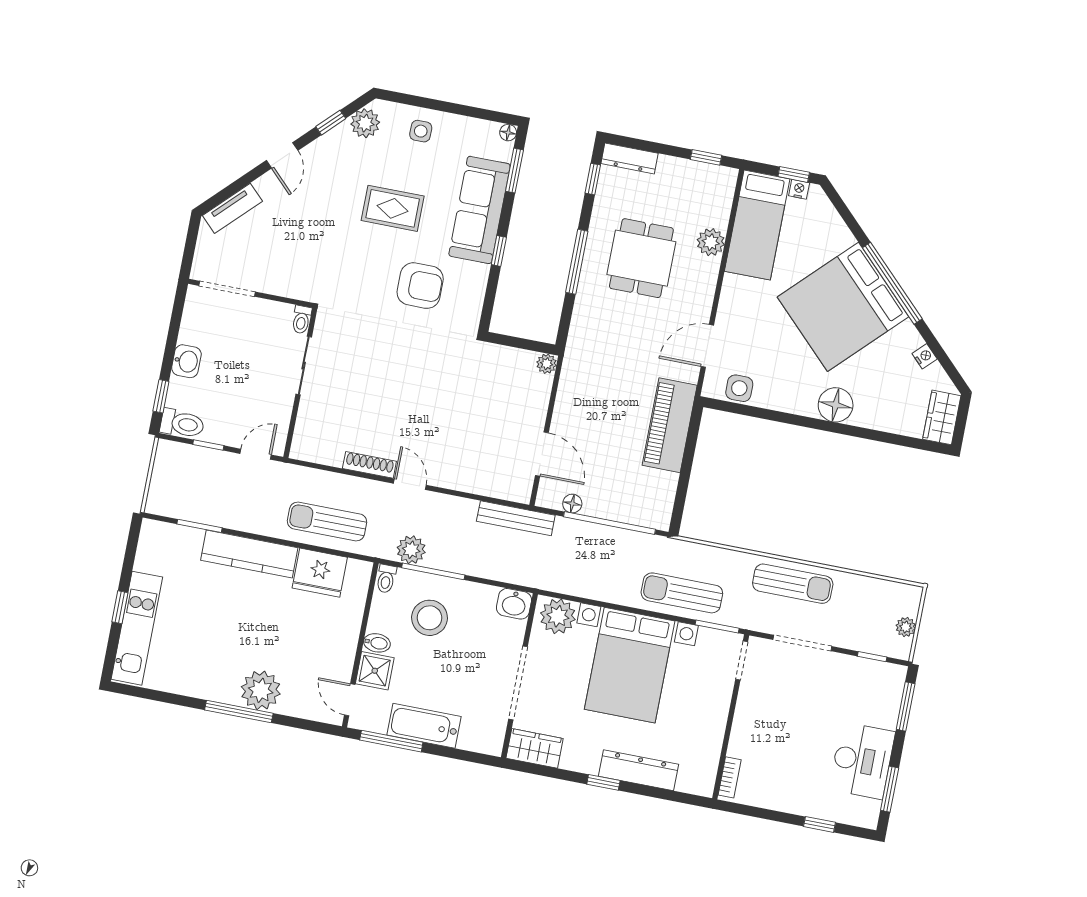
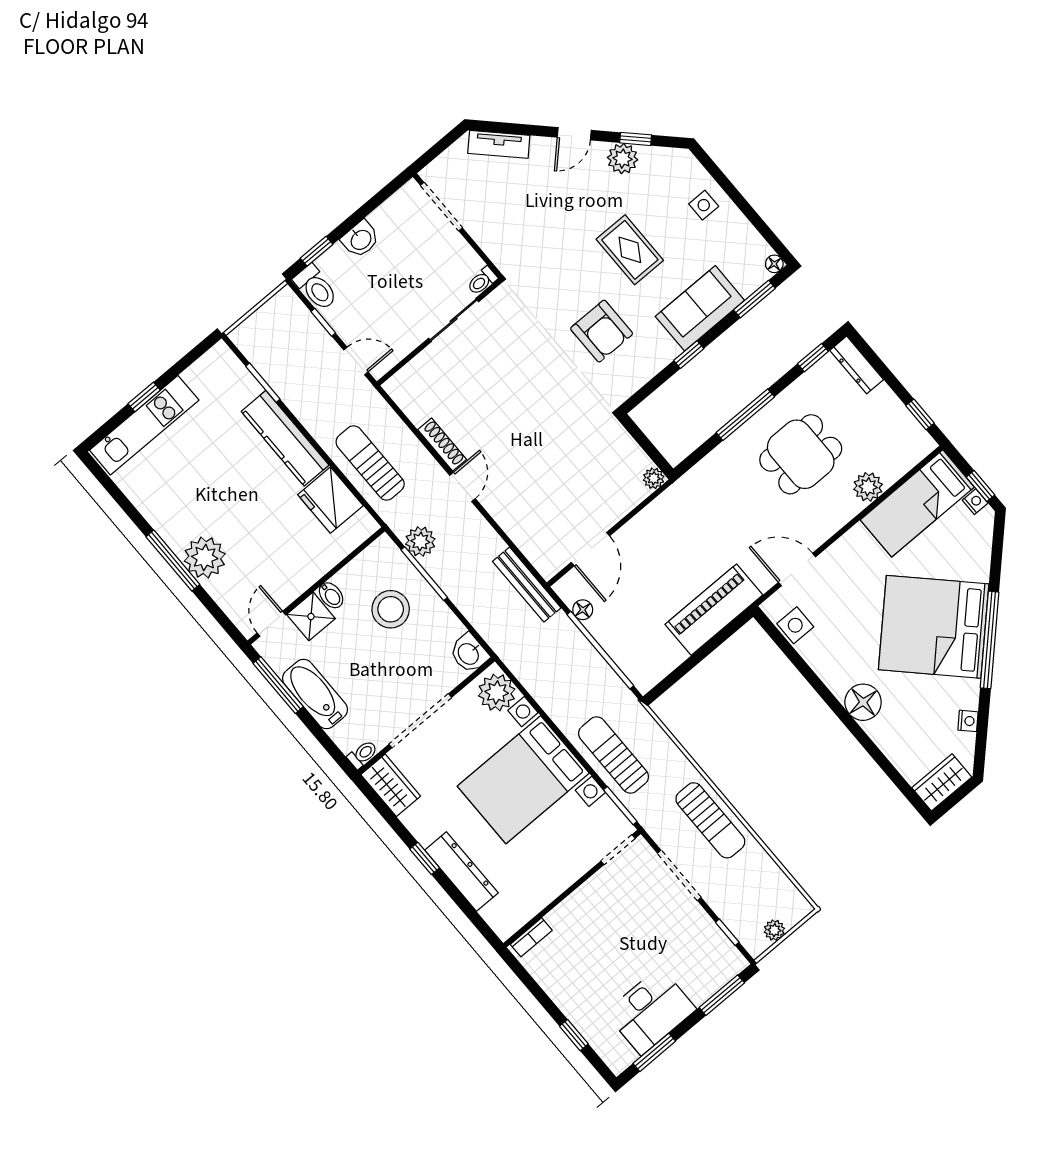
plant: (365, 123) -> (623, 159), moved
sofa: (479, 210) -> (700, 308), width x0.73
toilet: (386, 579) -> (363, 754), moved, turned 180

